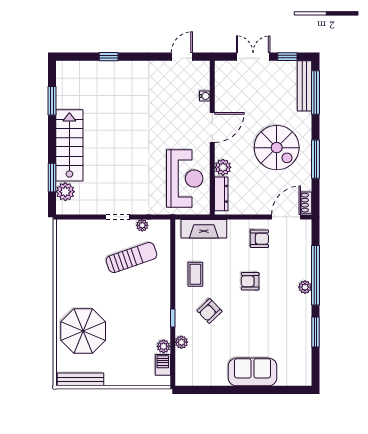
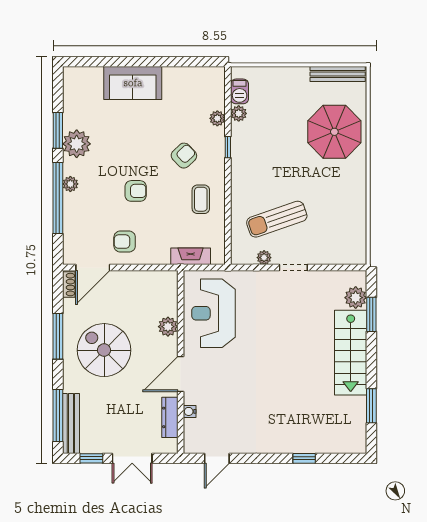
dresser: (221, 194) -> (170, 417), moved
fireplace: (204, 229) -> (191, 256), width x0.73, depth x0.76
plant: (300, 321) -> (77, 144), added

